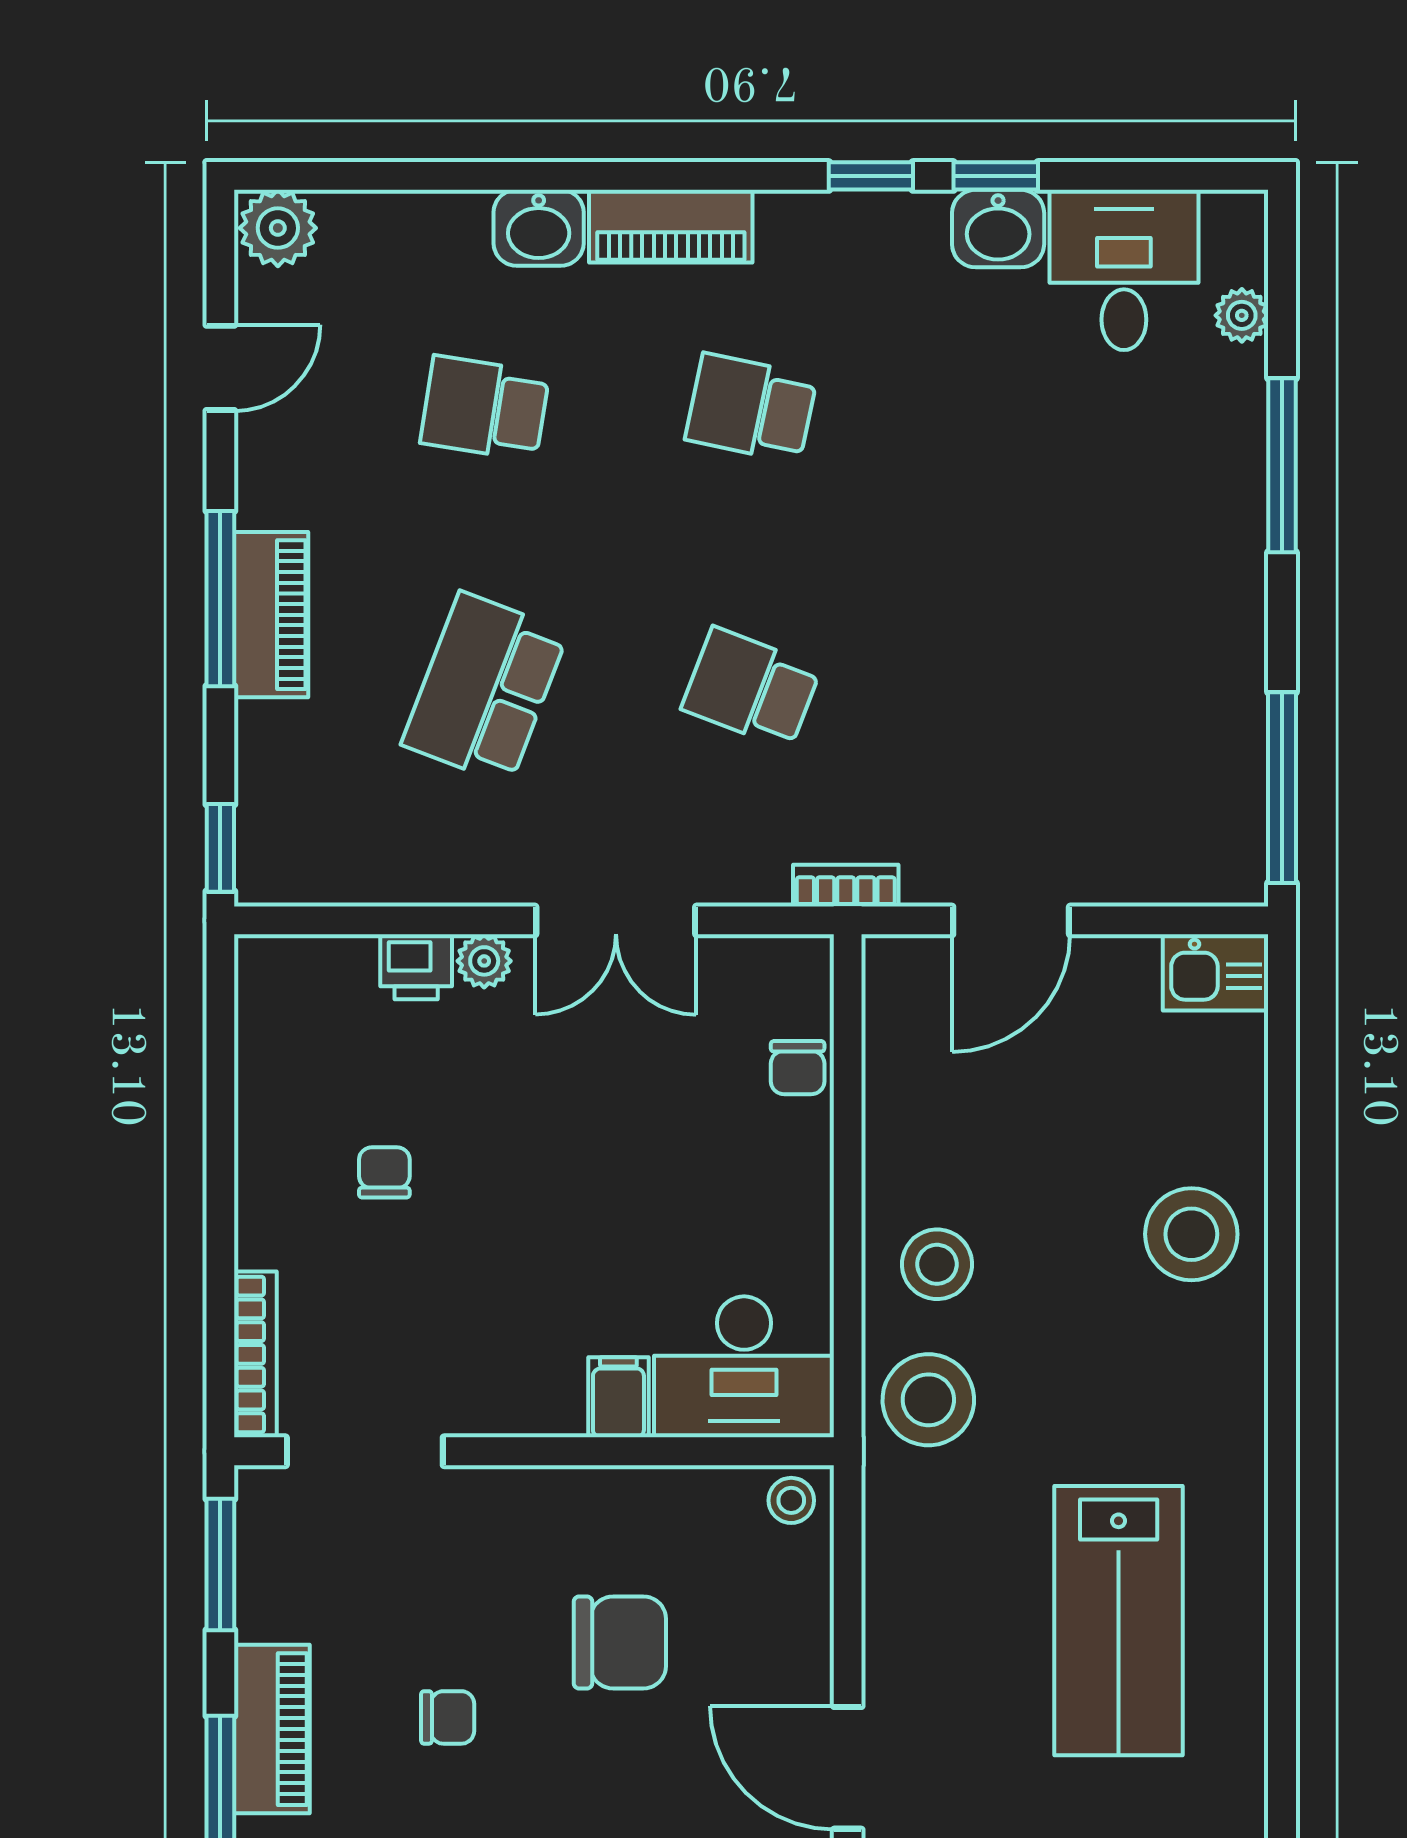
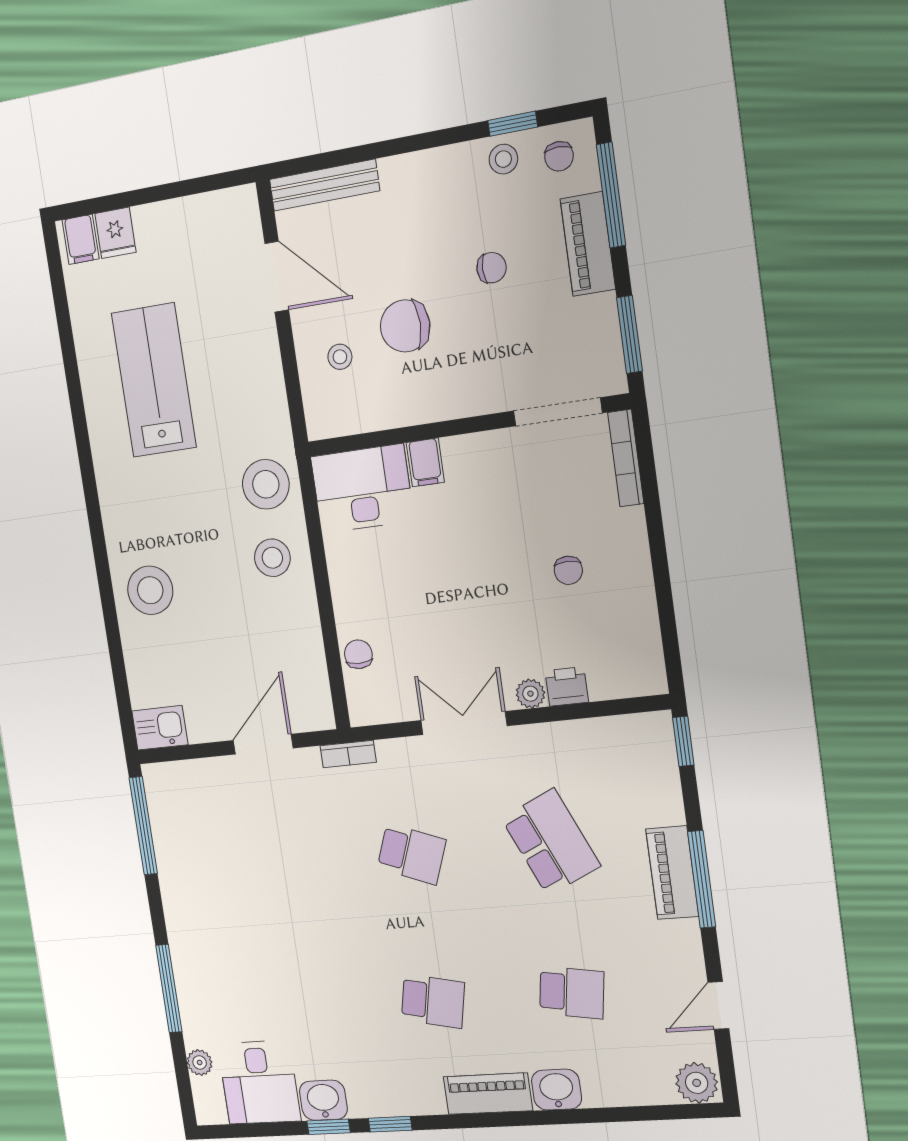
school desk: (485, 688) -> (551, 842), turned -45
stool: (791, 1500) -> (340, 357), moved
chair: (448, 1717) -> (492, 268), turned 180

